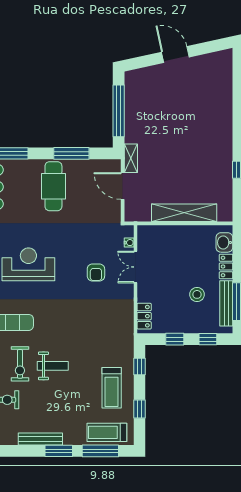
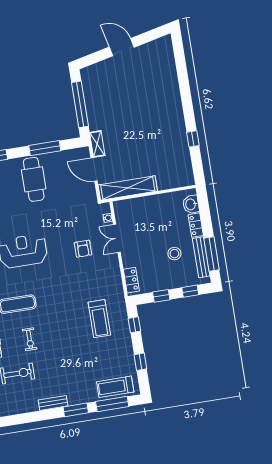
shelving: (184, 213) -> (128, 188), moved
exercise bike: (20, 364) -> (30, 339), width x0.73, depth x0.72
weight bench: (53, 366) -> (58, 336), removed
treadmill: (112, 388) -> (99, 319), moved
bench: (40, 439) -> (53, 403), width x0.73

